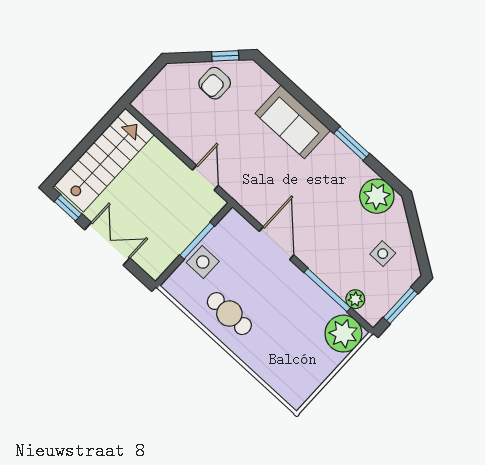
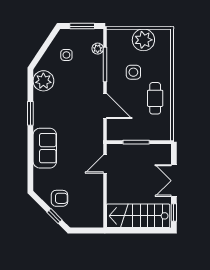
window: (225, 56) -> (54, 216), moved
door: (276, 243) -> (105, 106), swing flipped
side table: (203, 262) -> (133, 72), moved
plant: (343, 334) -> (143, 40), moved

